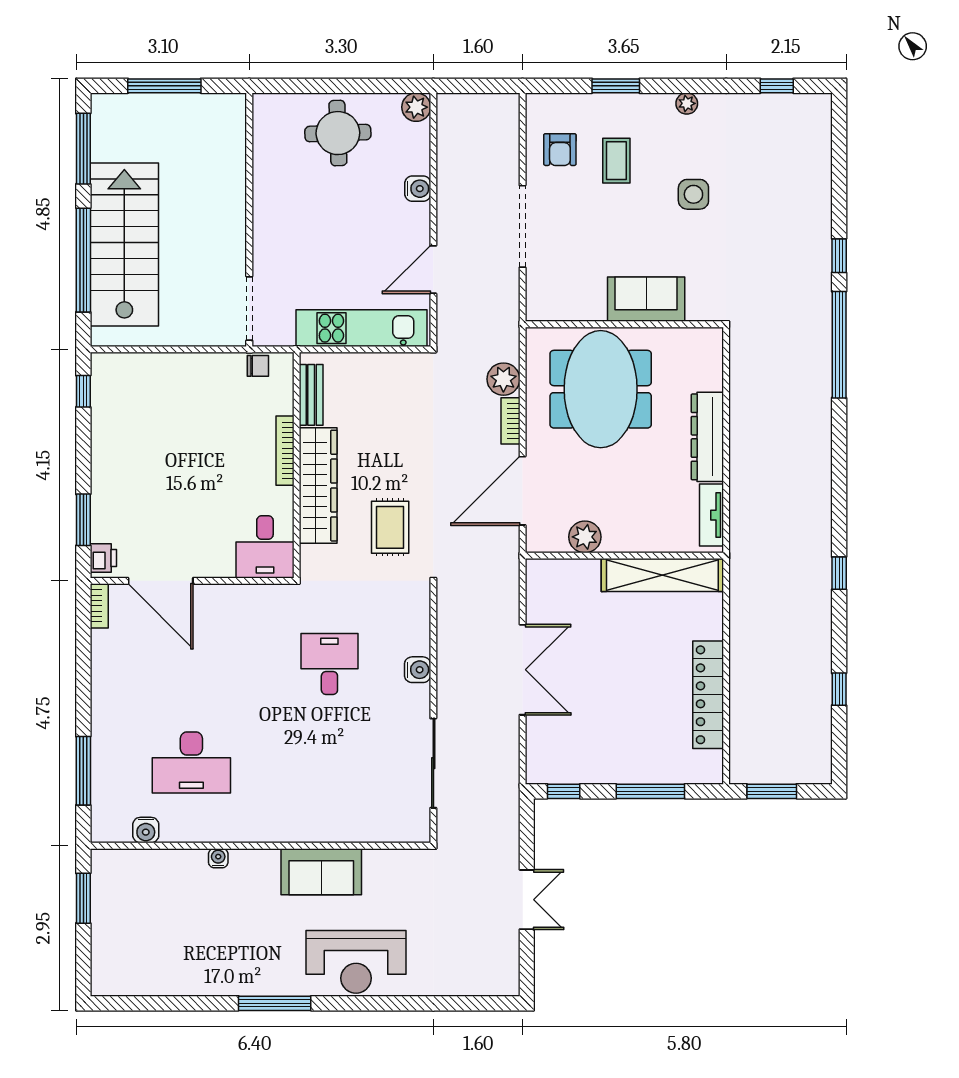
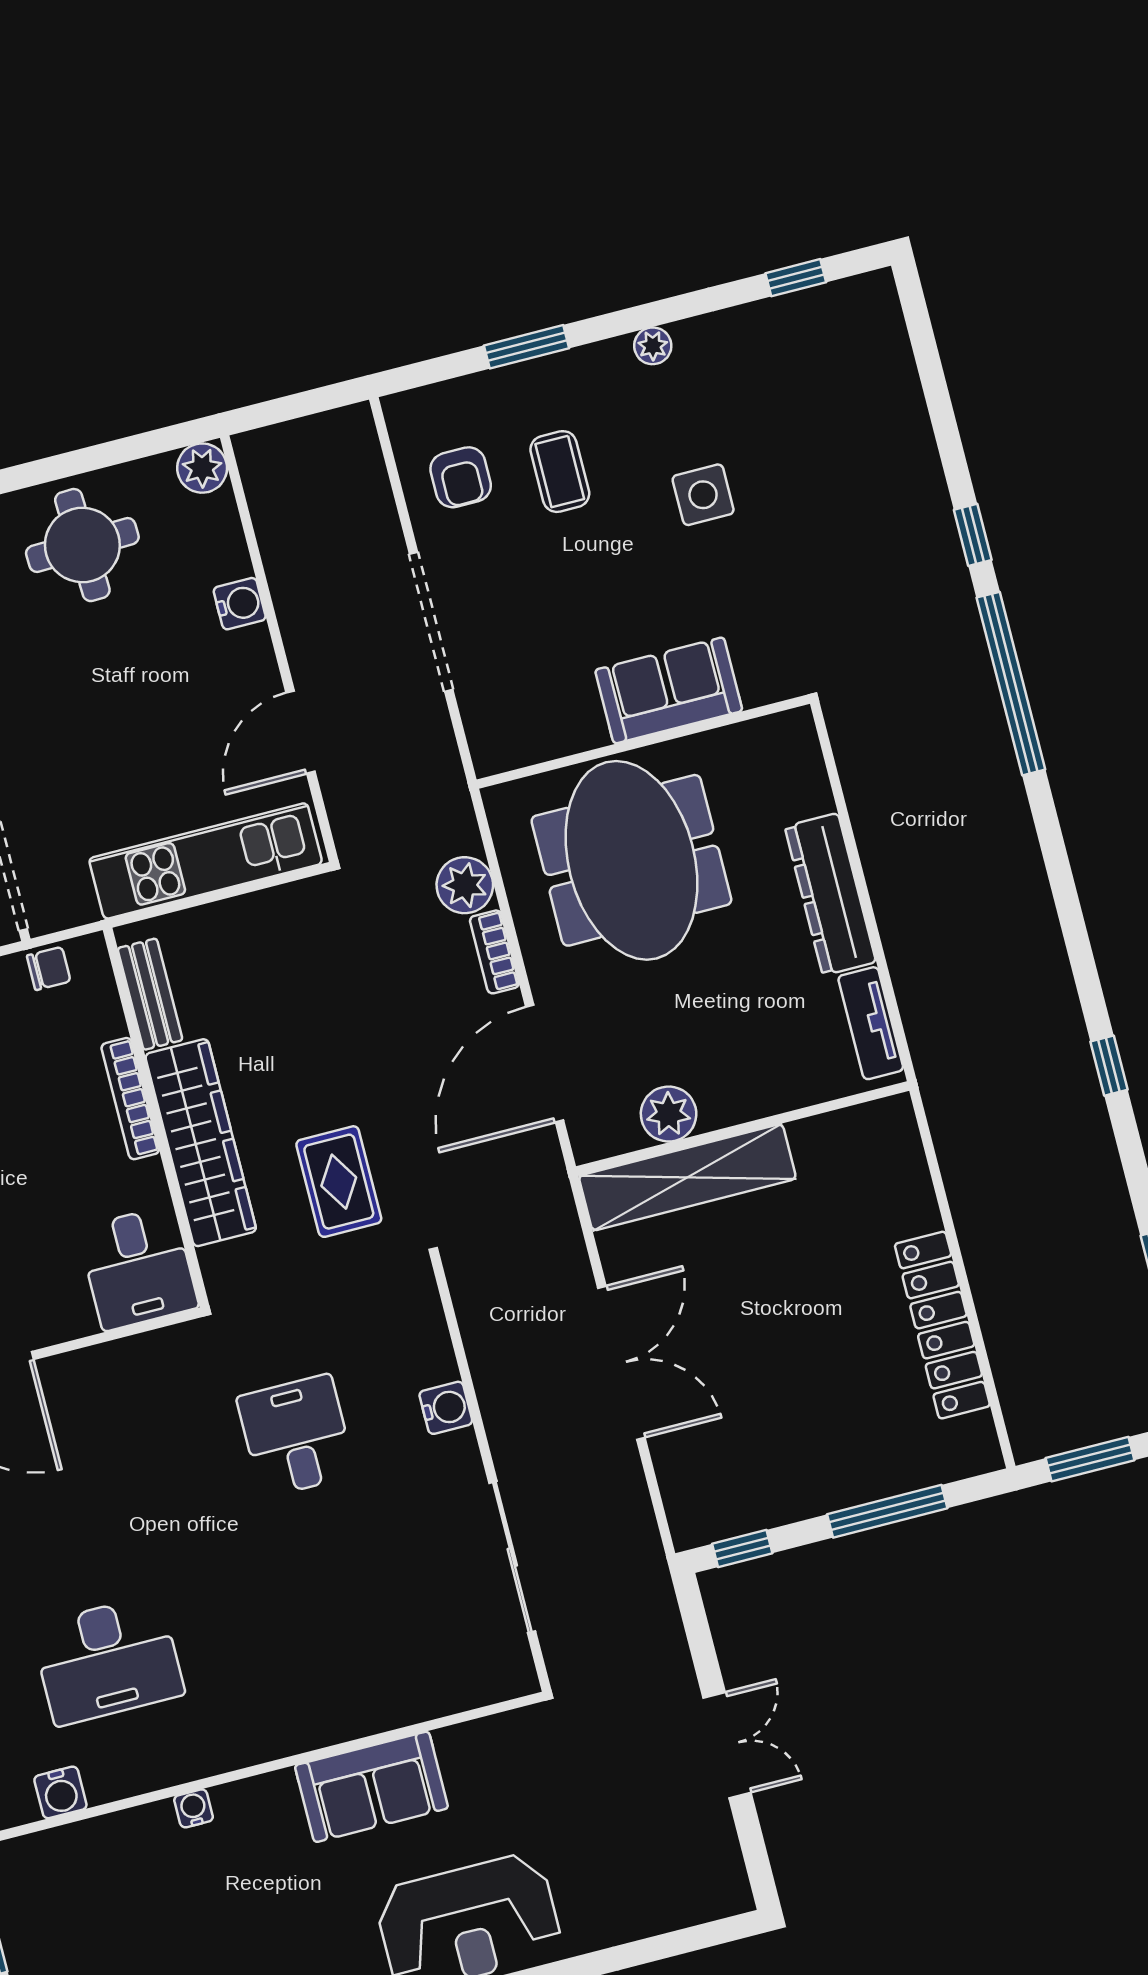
shelving: (662, 575) -> (687, 1177), moved

